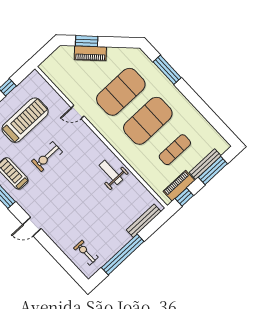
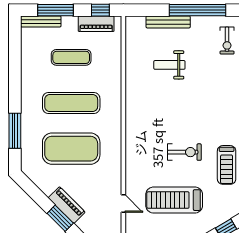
door: (78, 112) -> (123, 204), moved
exercise mat: (148, 121) -> (71, 103), width x0.68
bench: (205, 164) -> (41, 21), moved
weight bench: (111, 172) -> (169, 65), moved, turned 90
bench: (144, 221) -> (168, 22), moved

